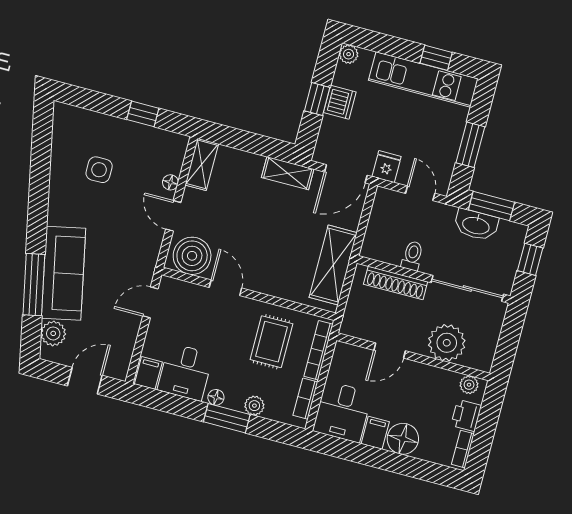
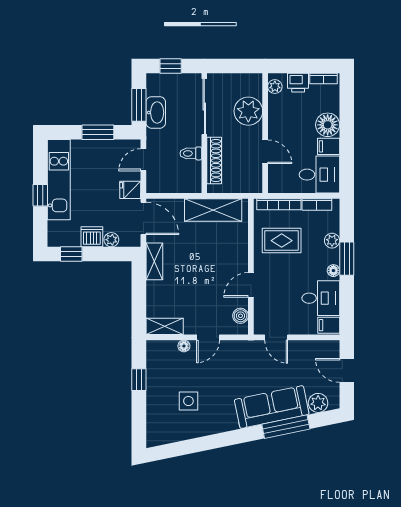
plant: (349, 54) -> (111, 240), moved
window: (436, 58) -> (40, 195), moved
window: (317, 99) -> (71, 254), moved
boiler: (192, 256) -> (240, 316), width x0.54, depth x0.54

